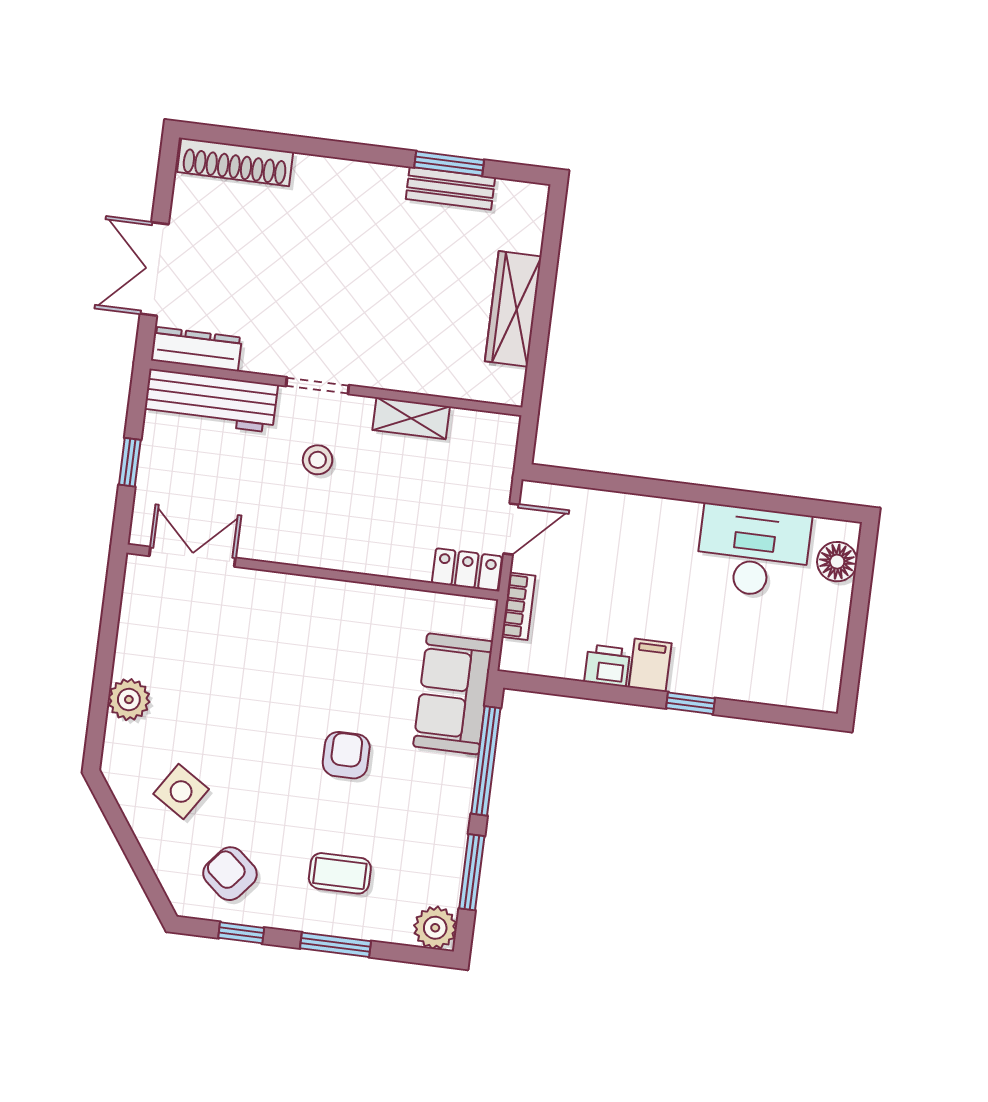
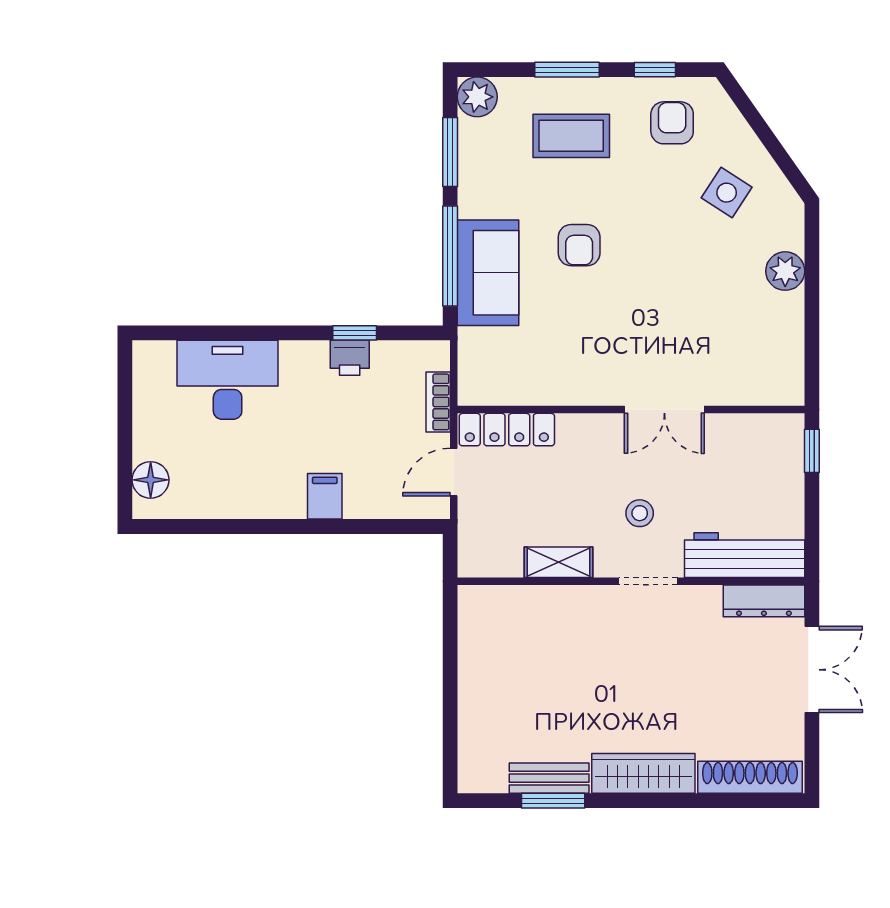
wardrobe: (513, 309) -> (643, 773), moved, turned -90
window: (130, 462) -> (812, 451), moved
desk: (753, 551) -> (228, 380), moved, turned 180
double door: (192, 557) -> (664, 410), moved
locker: (467, 570) -> (507, 430), width x1.53
filing cabinet: (650, 665) -> (325, 496), moved, turned 180
sofa: (453, 694) -> (488, 273), moved
window: (691, 703) -> (355, 333), moved
coffee table: (340, 873) -> (571, 136), width x1.36, depth x1.30
armchair: (230, 874) -> (672, 123), turned -130

